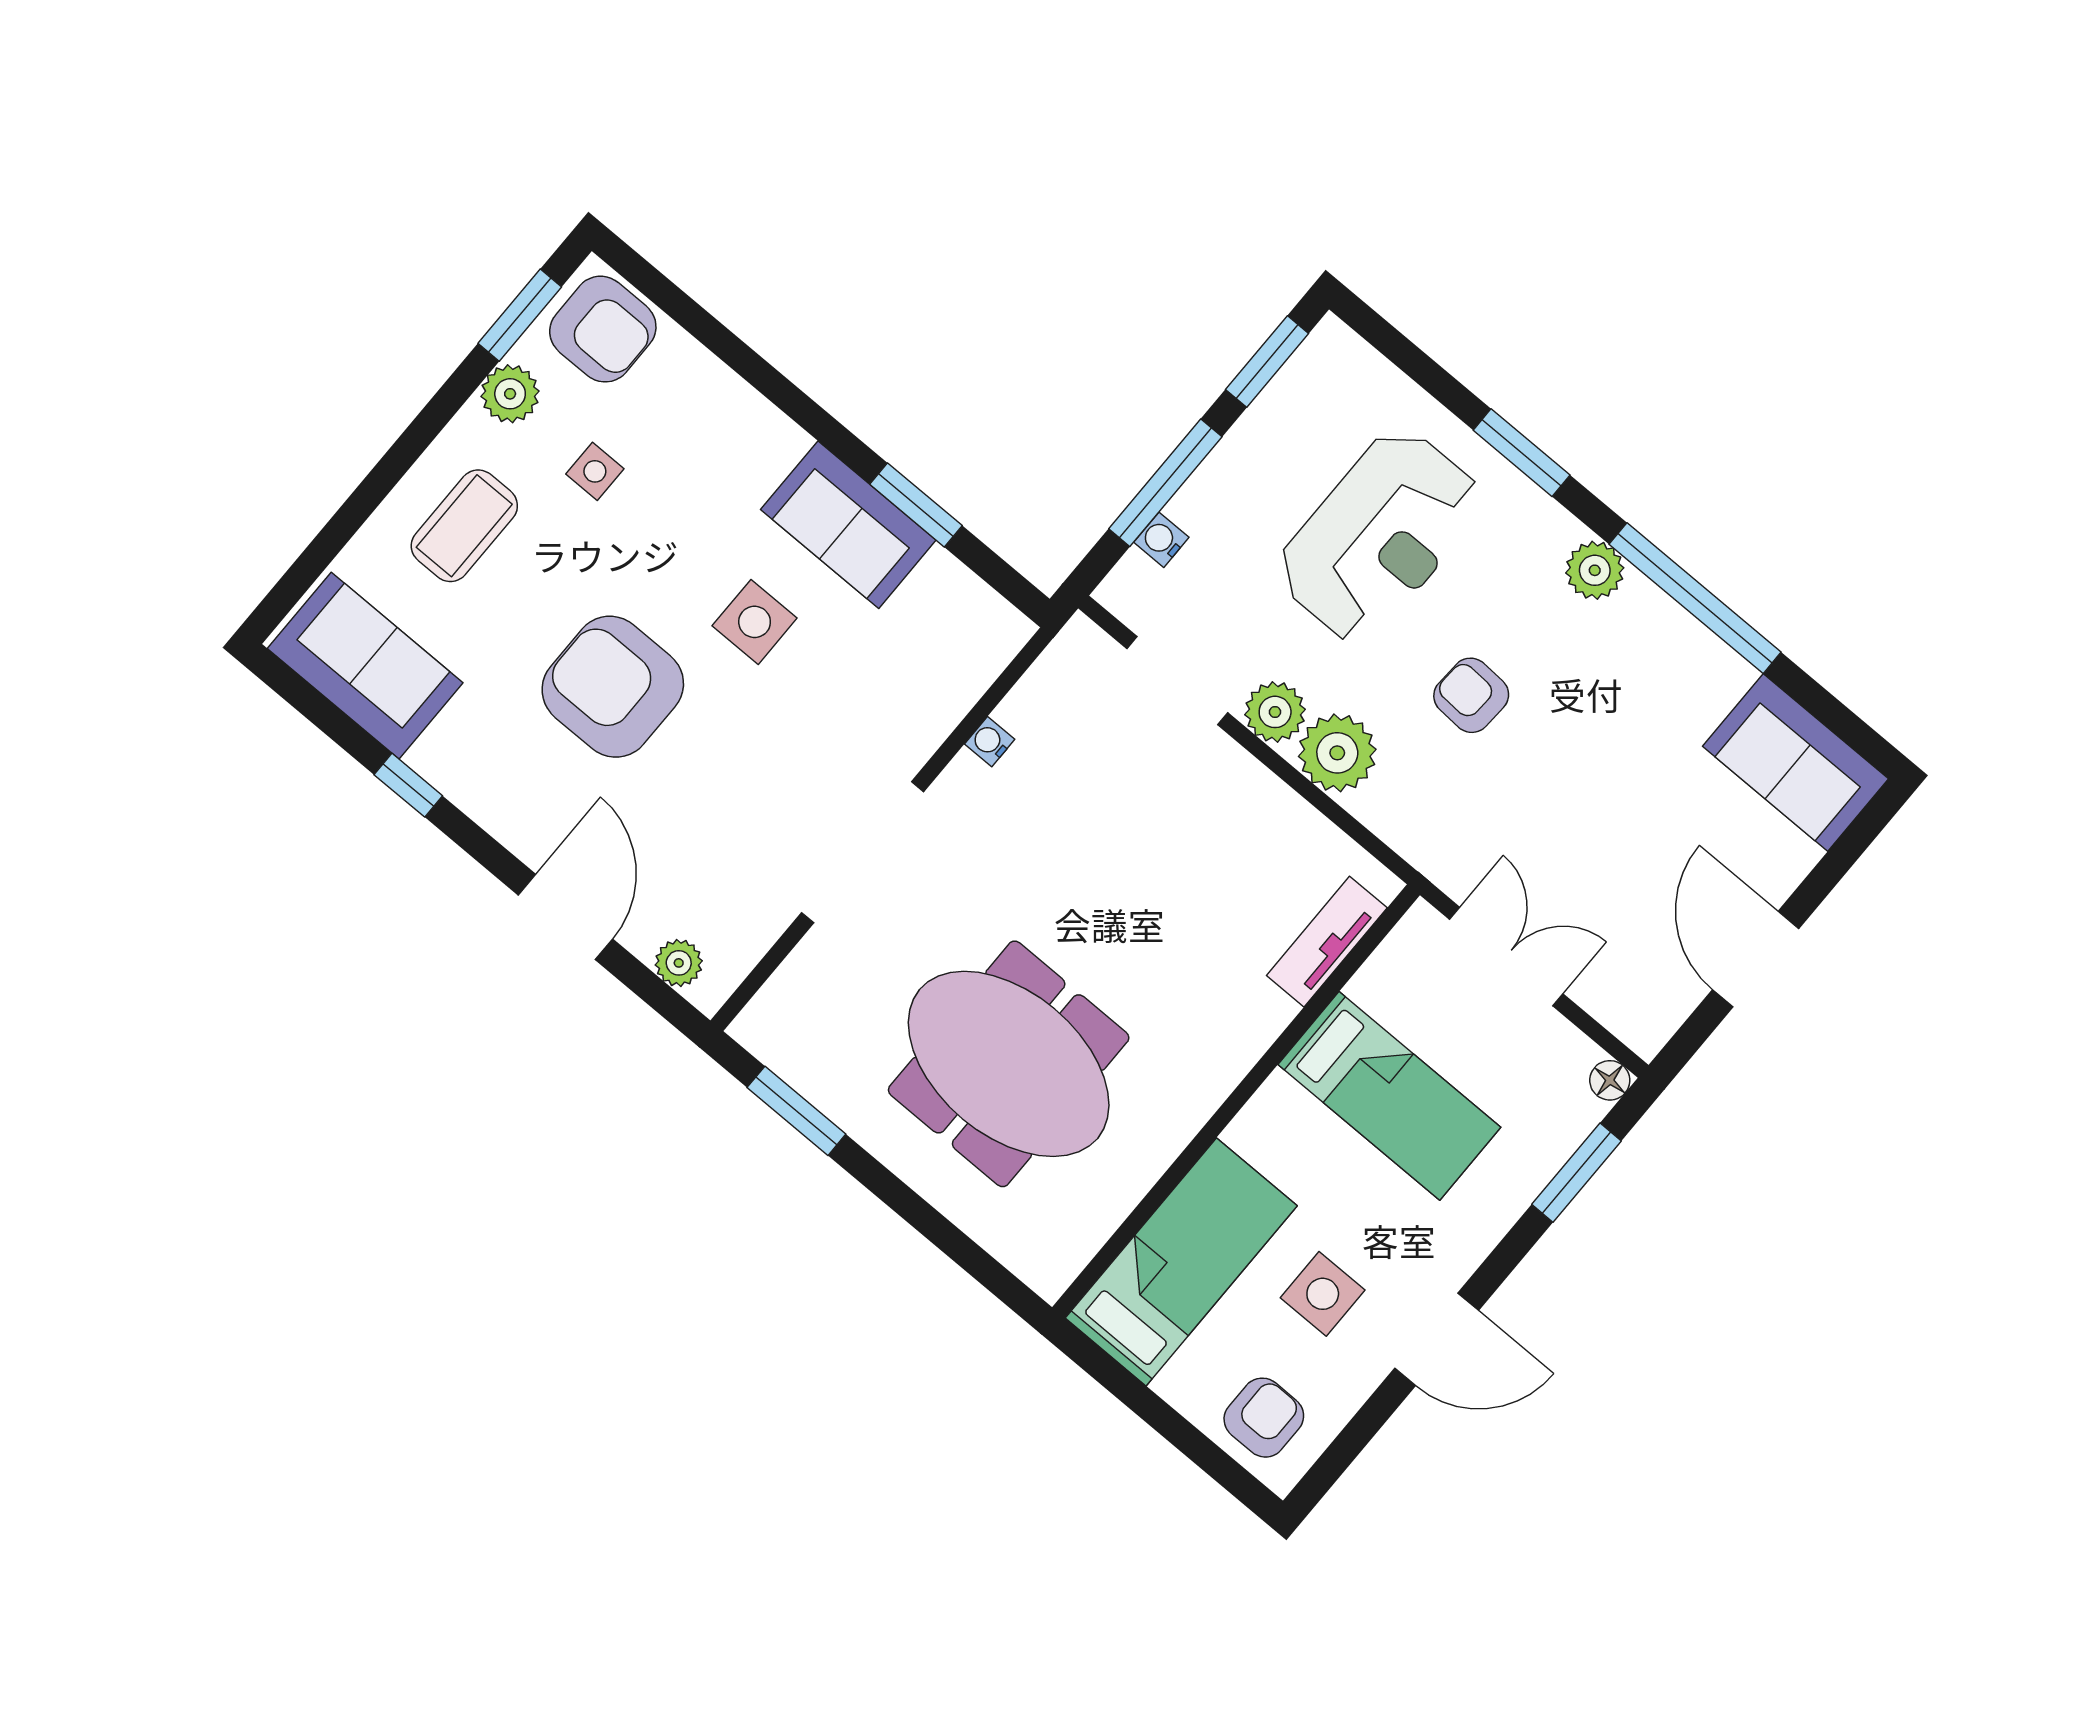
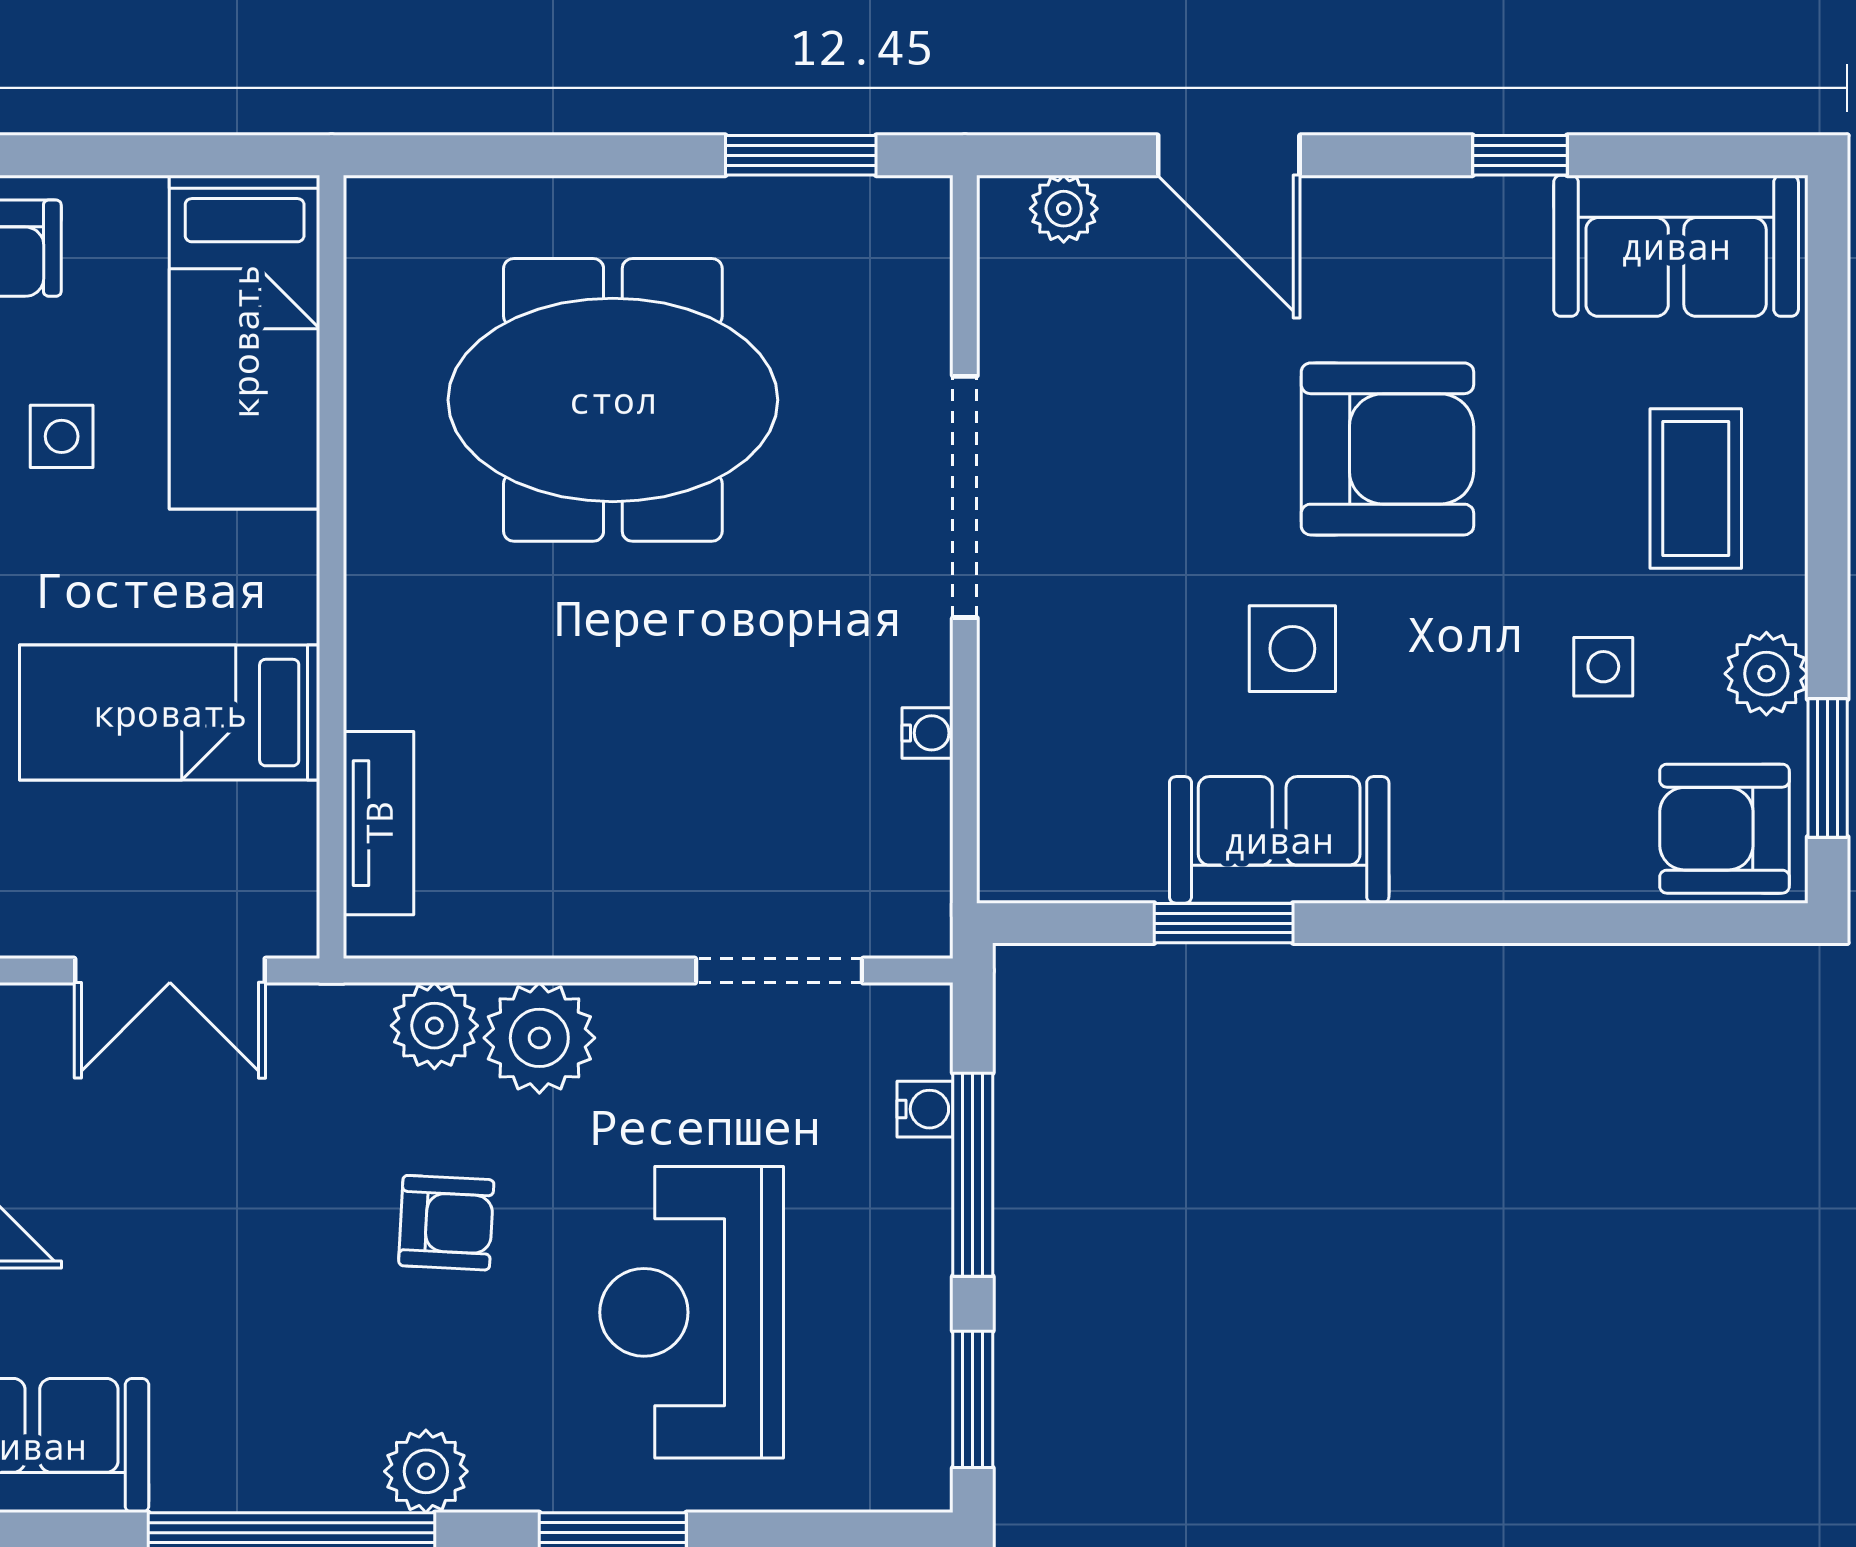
plant: (1275, 712) -> (434, 1026), moved
side table: (1323, 1294) -> (62, 436), width x0.73, depth x0.73

